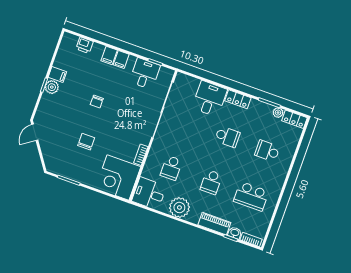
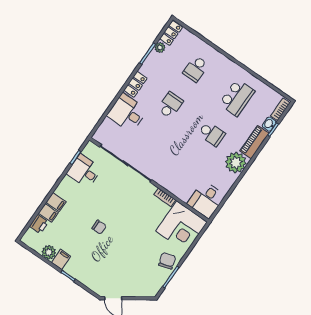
filing cabinet: (121, 59) -> (48, 213), moved
plant: (52, 87) -> (49, 252), moved
chair: (86, 142) -> (167, 261), moved, turned 73
school desk: (171, 168) -> (186, 170), removed
plant: (179, 208) -> (236, 163), moved

